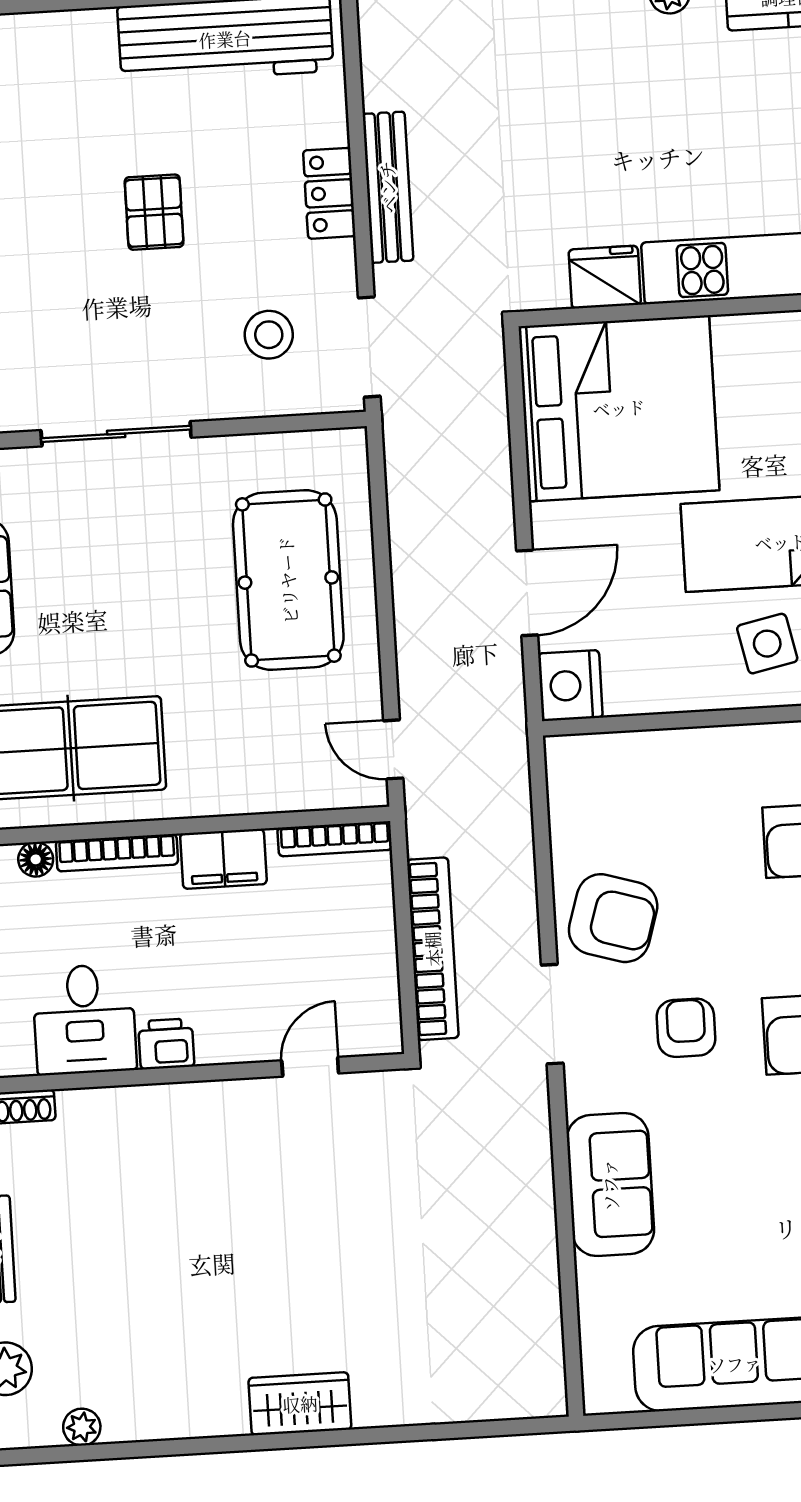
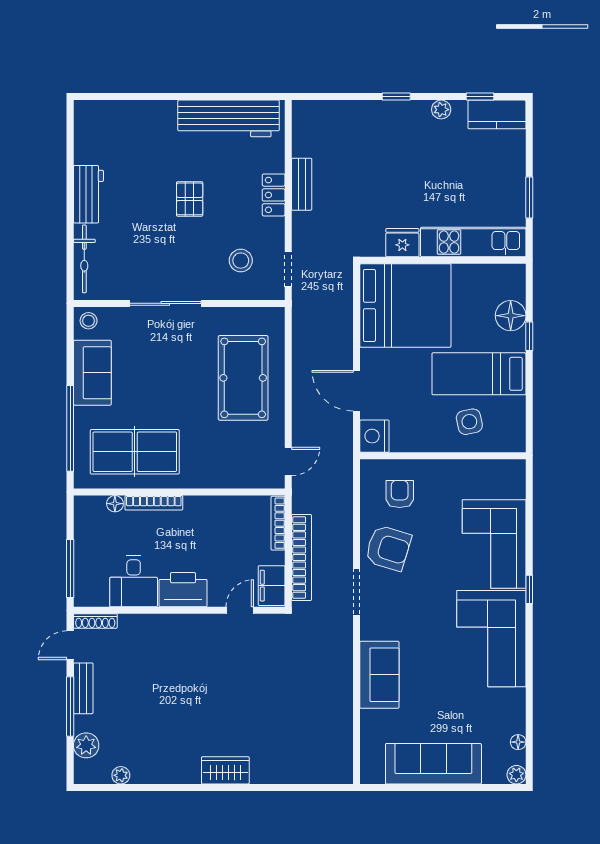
bench: (388, 187) -> (302, 184), width x0.73
doorway: (369, 347) -> (288, 269), width x0.73
door: (527, 593) -> (356, 391), swing flipped
door: (393, 749) -> (288, 461), swing flipped
bookcase: (335, 839) -> (278, 523), moved, turned 90
filing cabinet: (223, 859) -> (272, 586), moved, turned 90
armchair: (686, 1028) -> (400, 494), moved
printer: (166, 1044) -> (183, 590), width x1.87, depth x1.48

